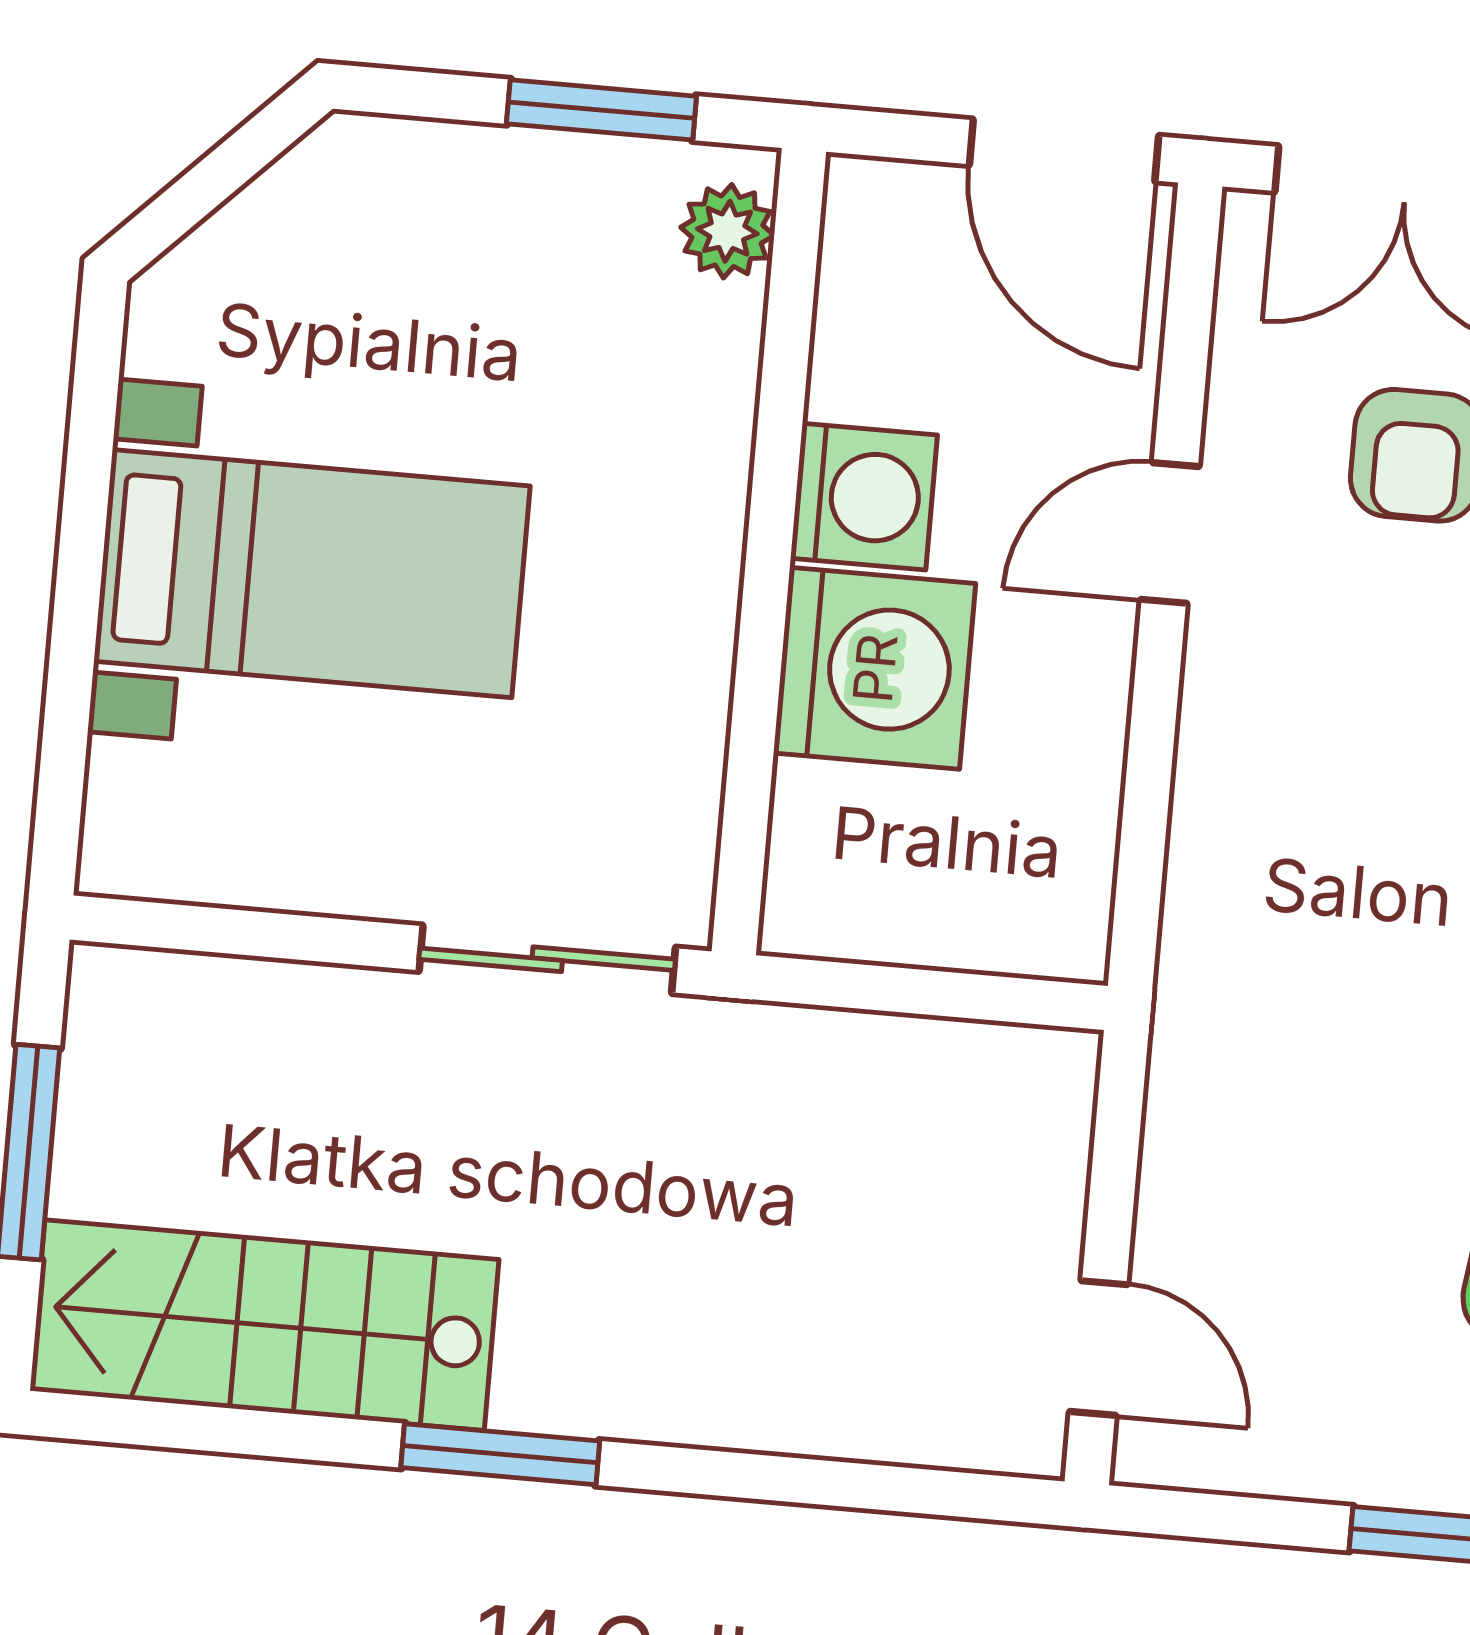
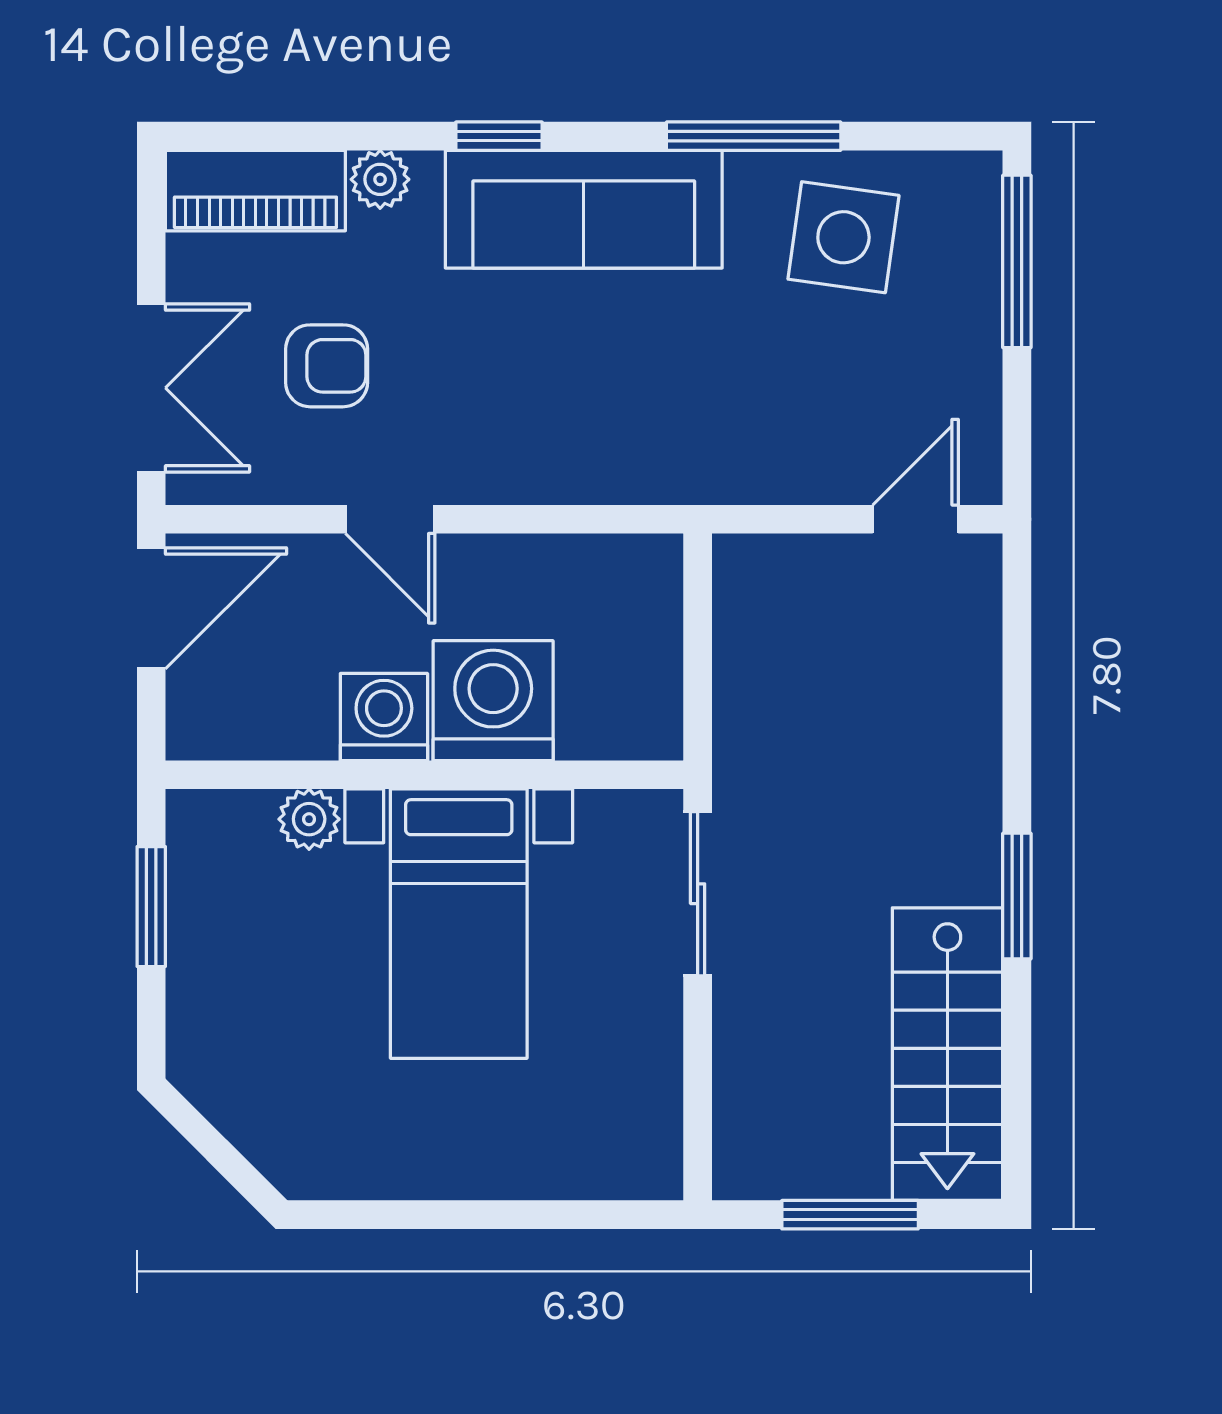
plant: (727, 231) -> (309, 819), moved
bed with nightstands: (312, 574) -> (459, 924), moved, turned 180

